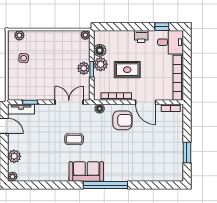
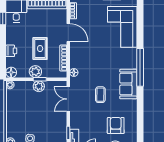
printer: (141, 36) -> (11, 51), moved
floor lamp: (100, 50) -> (11, 72), moved
door: (146, 102) -> (68, 33), hinge flipped
armchair: (122, 120) -> (116, 125), moved
corner sofa: (152, 164) -> (122, 27), added

